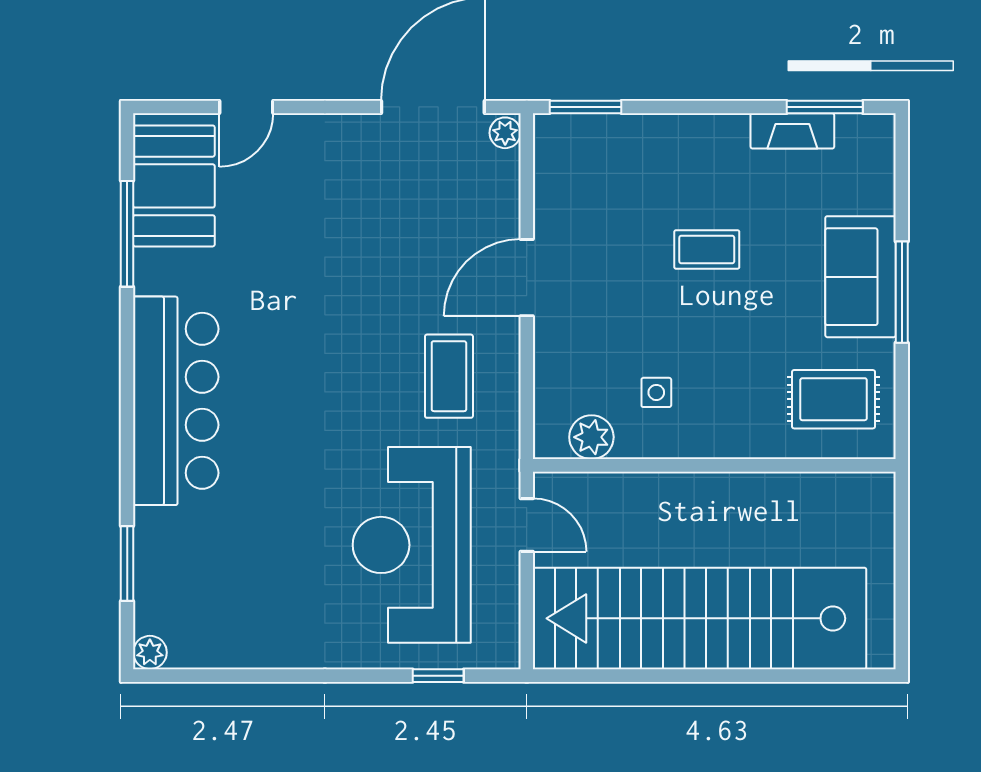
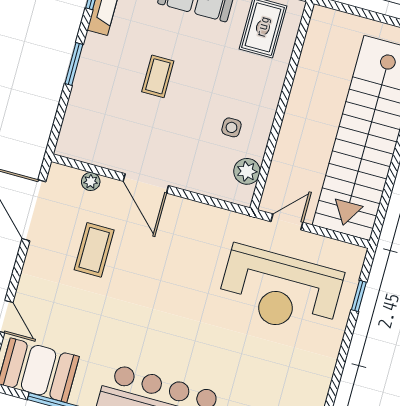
window: (586, 107) -> (74, 64), moved
plant: (505, 133) -> (91, 182), moved
coffee table: (449, 376) -> (94, 250), moved, turned 90

